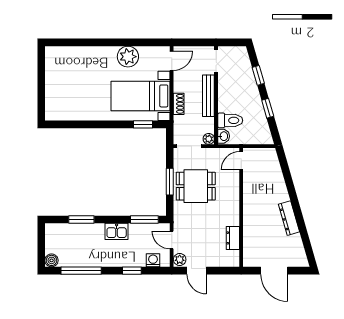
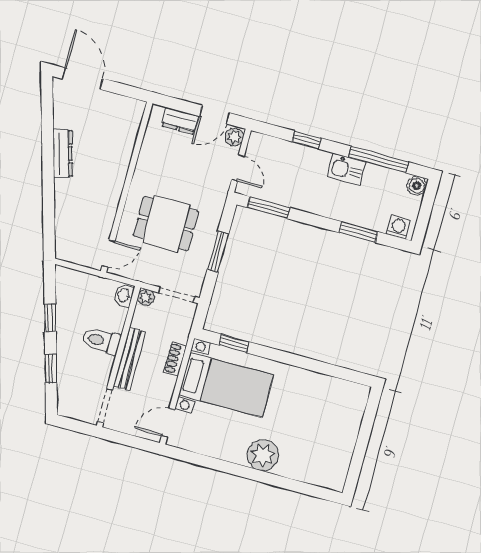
plant: (128, 57) -> (263, 455), moved
toilet: (230, 120) -> (101, 341), moved
dining table: (196, 186) -> (166, 224), moved
kitchen sink: (117, 231) -> (347, 169), moved, turned 180
dresser: (233, 238) -> (180, 121), moved, turned 90
washing machine: (153, 260) -> (398, 227), moved, turned 180
door: (197, 271) -> (215, 115), swing flipped
door: (274, 271) -> (82, 79), moved

